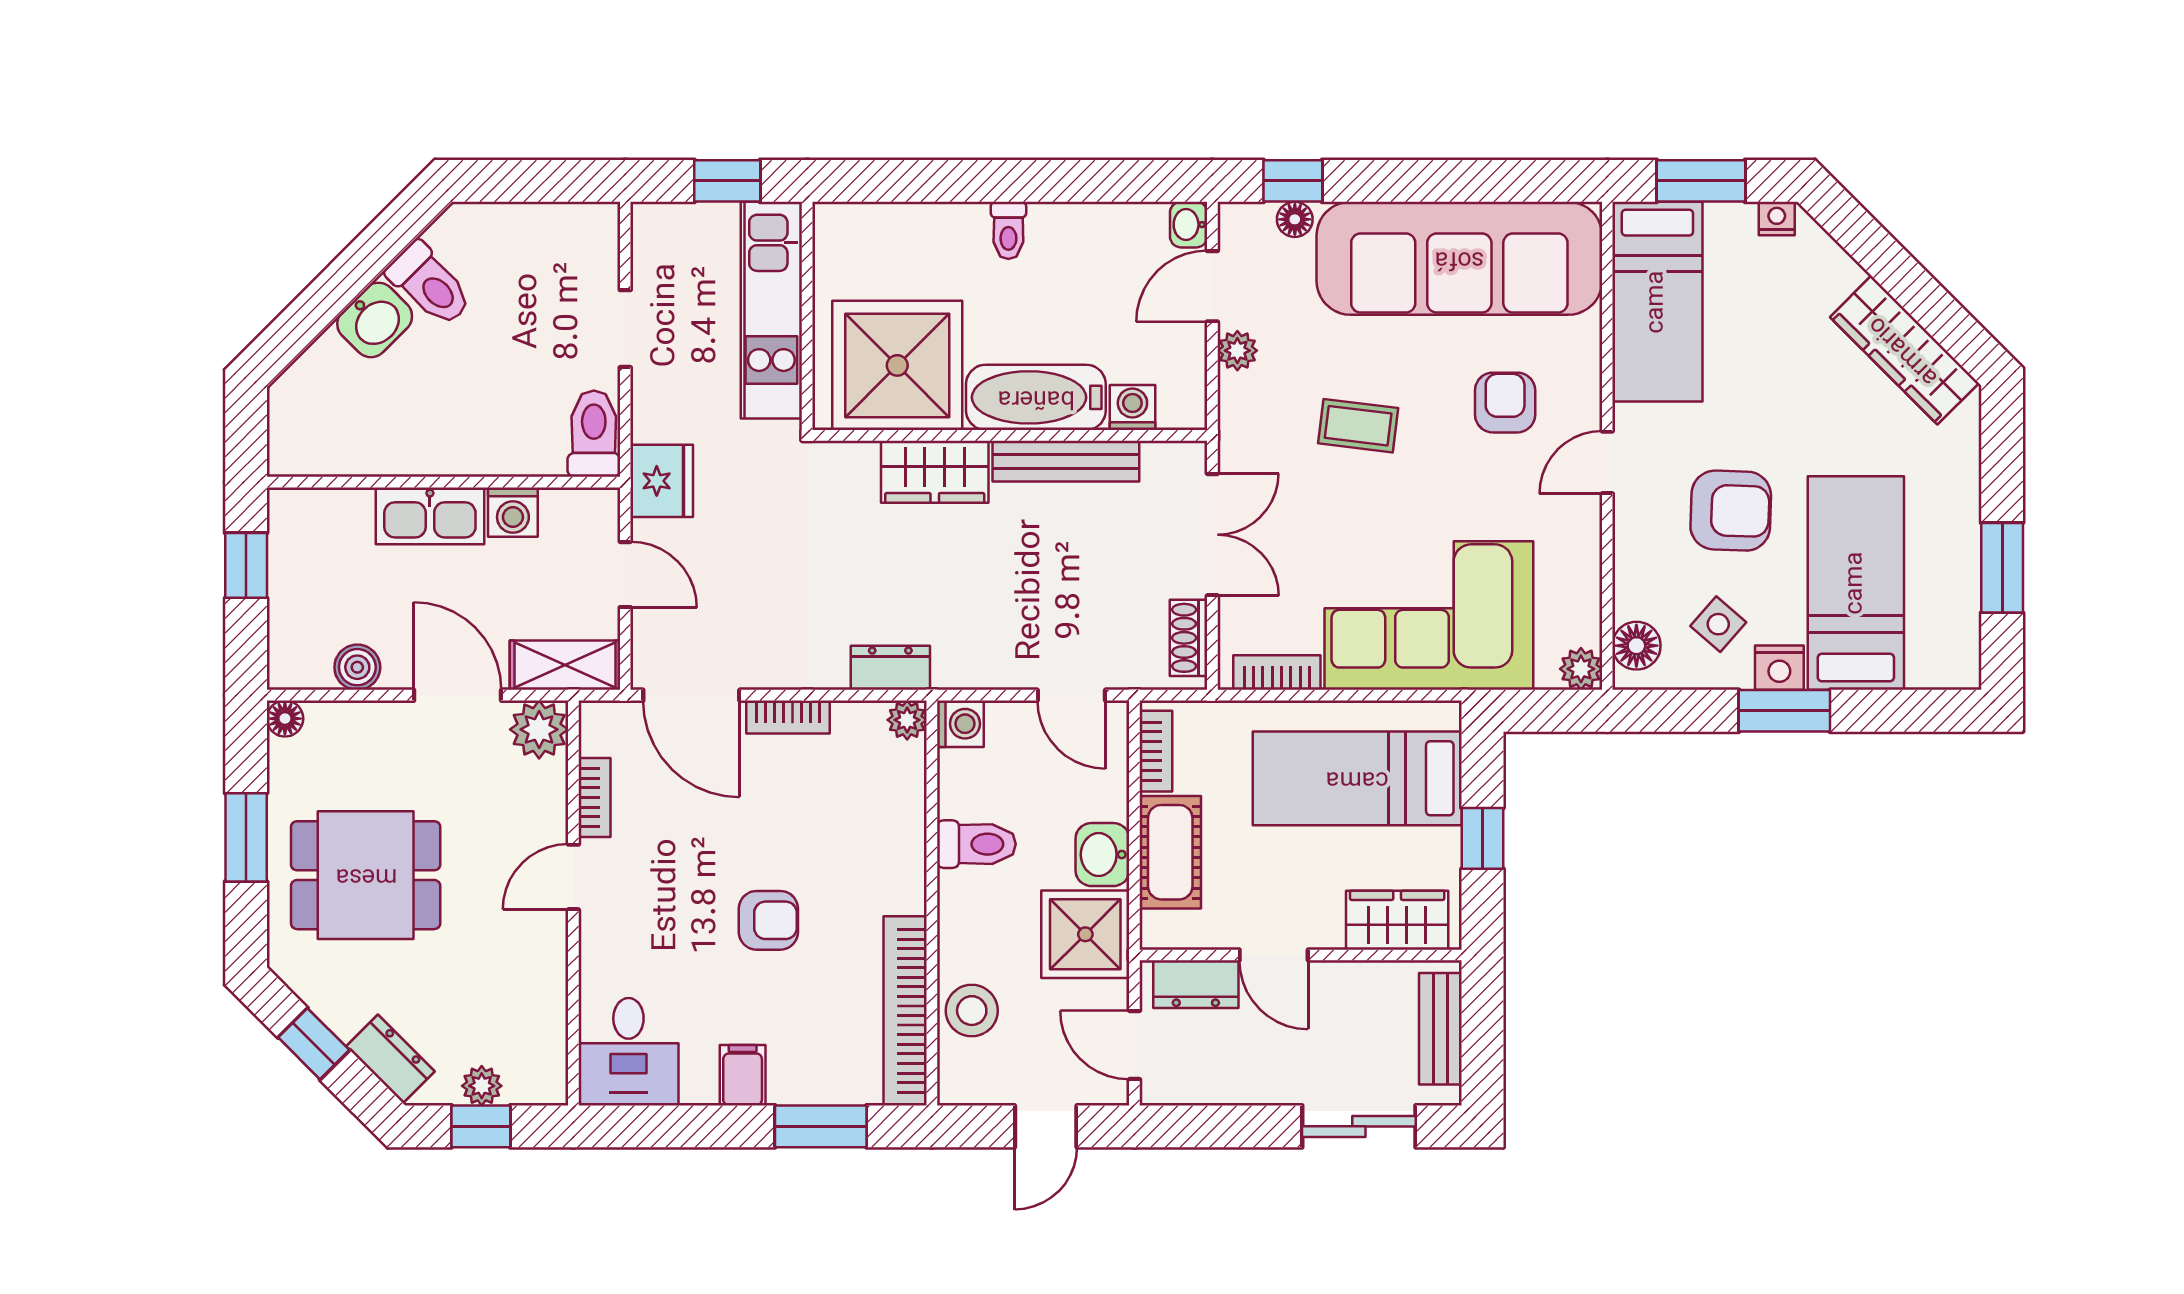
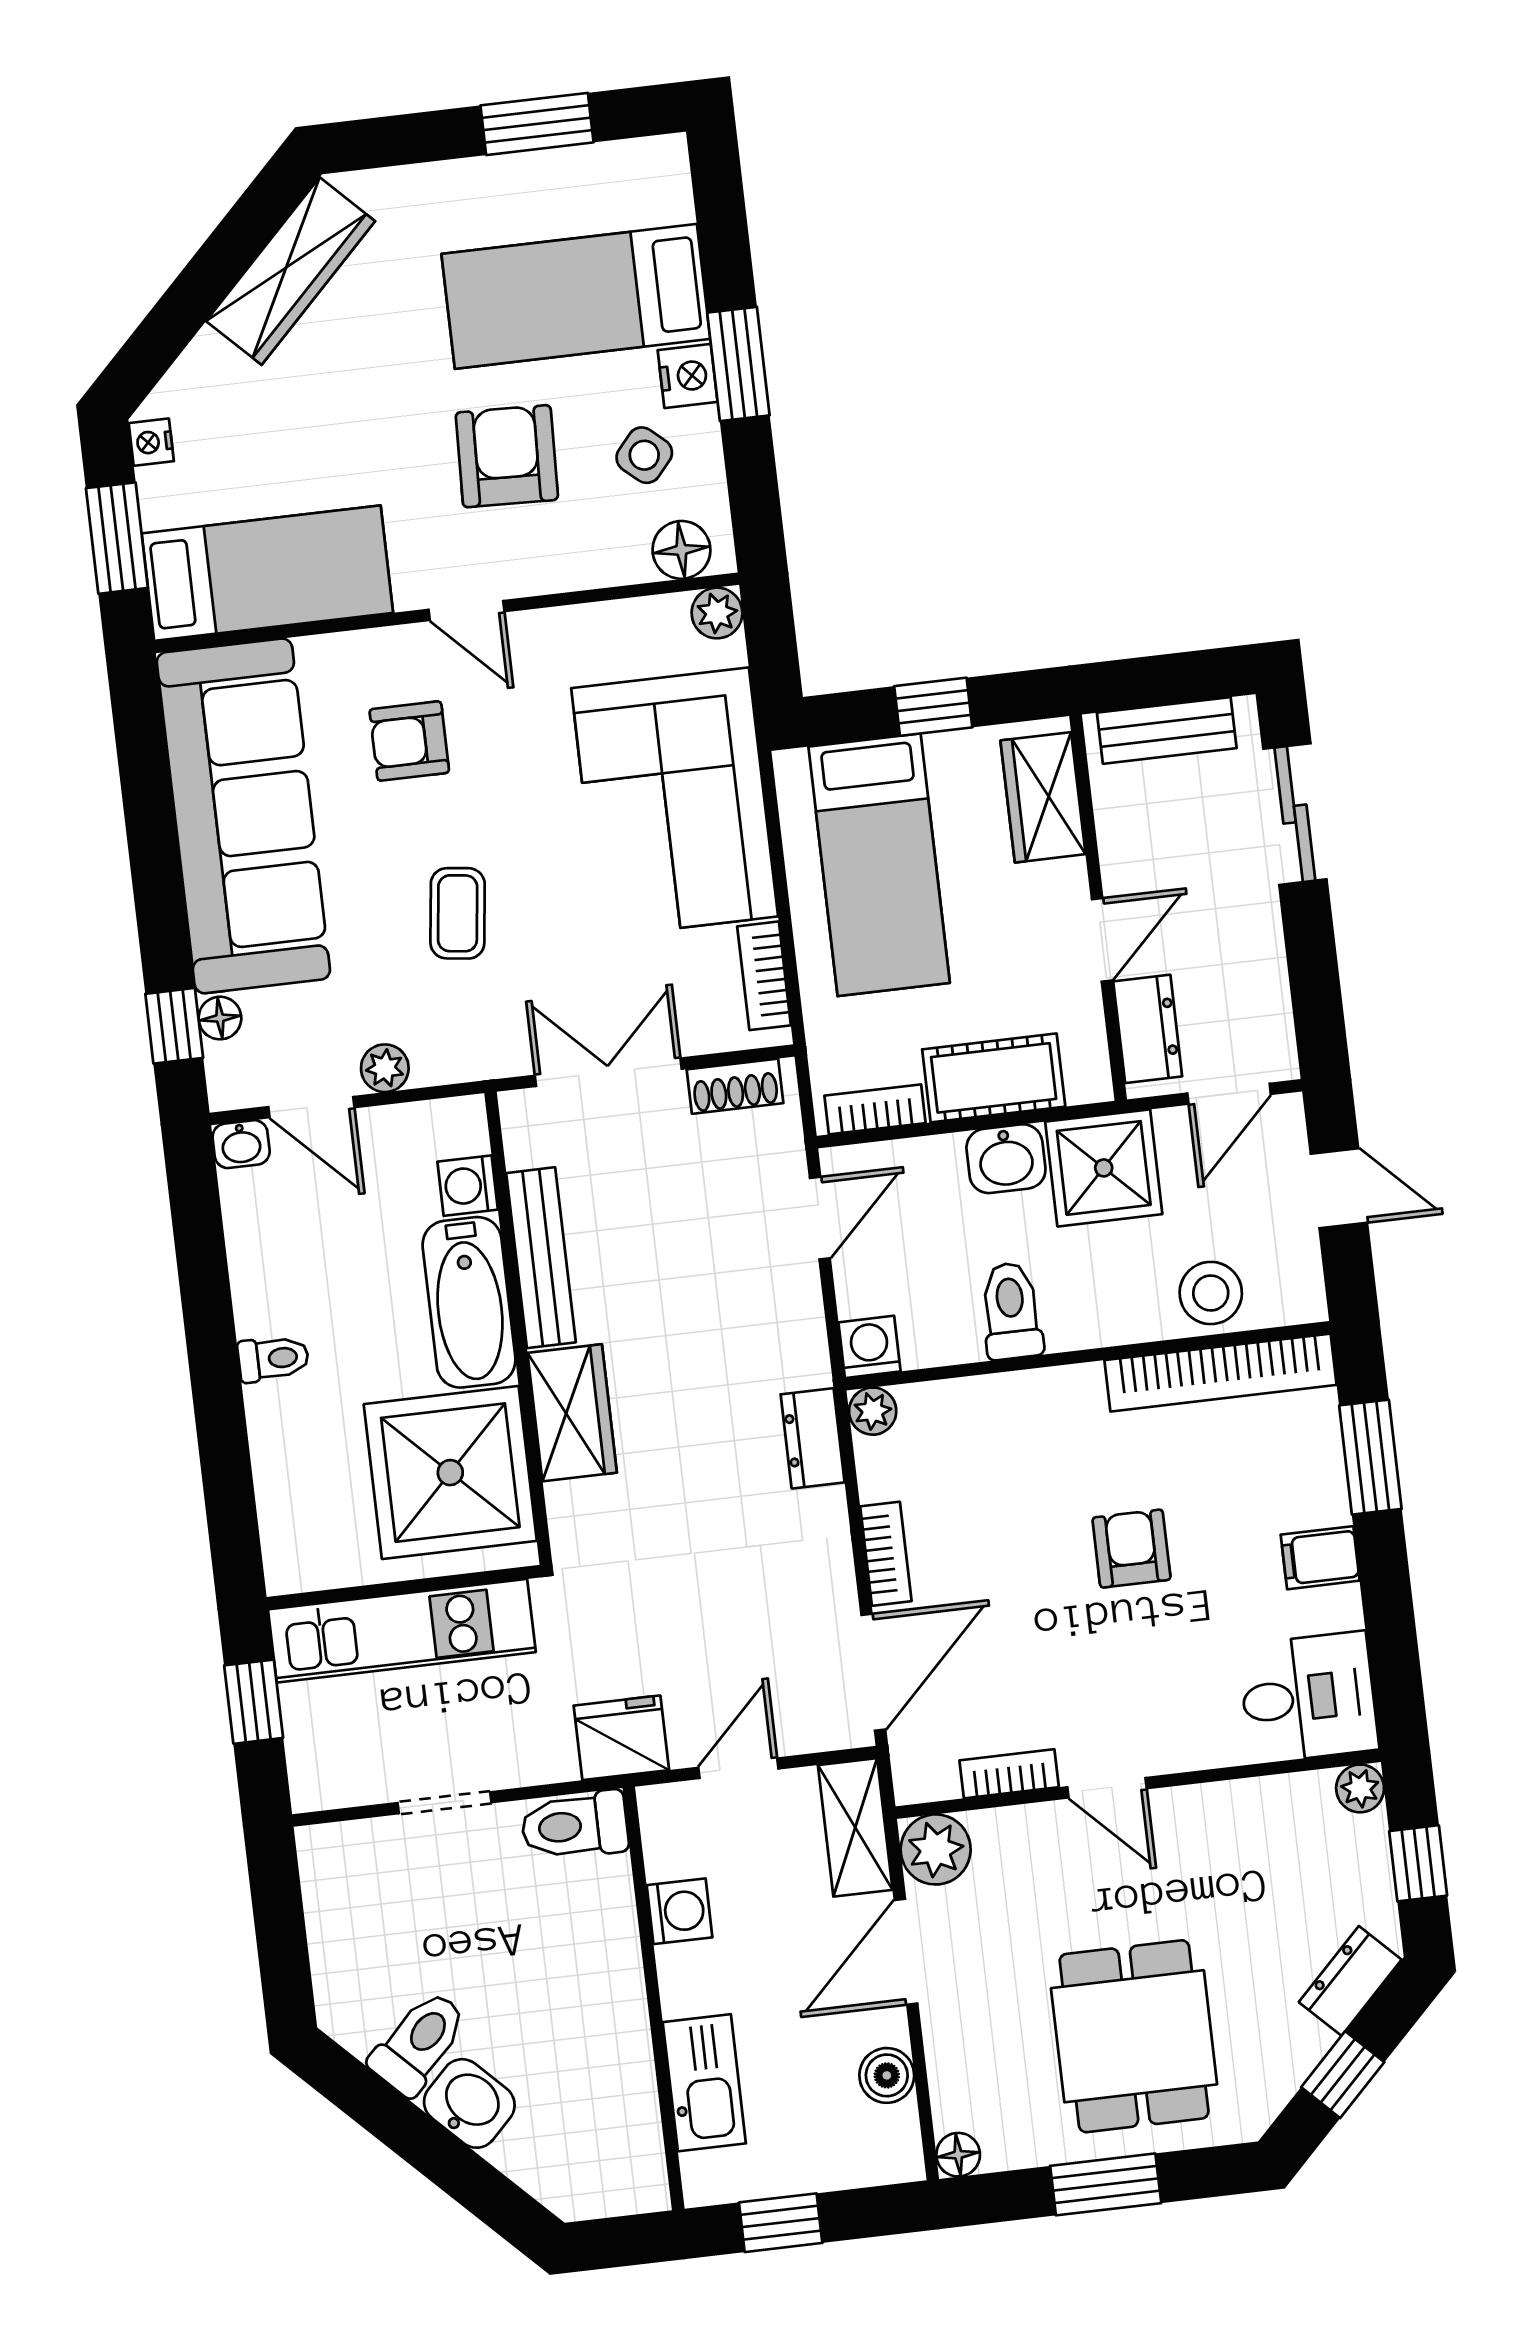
kitchen sink: (430, 516) -> (704, 2083), moved
plant: (482, 1086) -> (1360, 1788), moved

